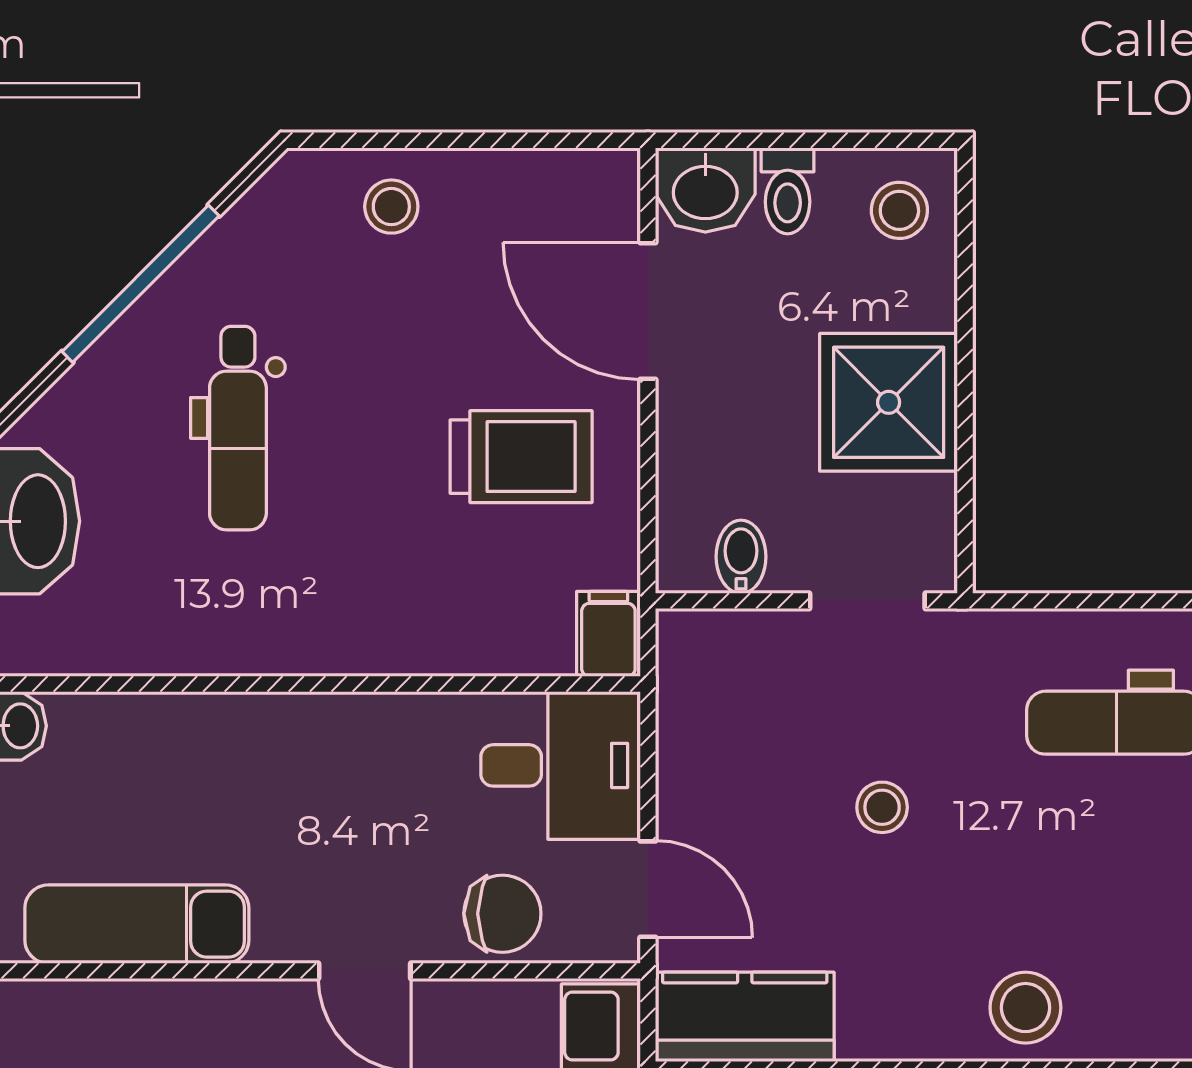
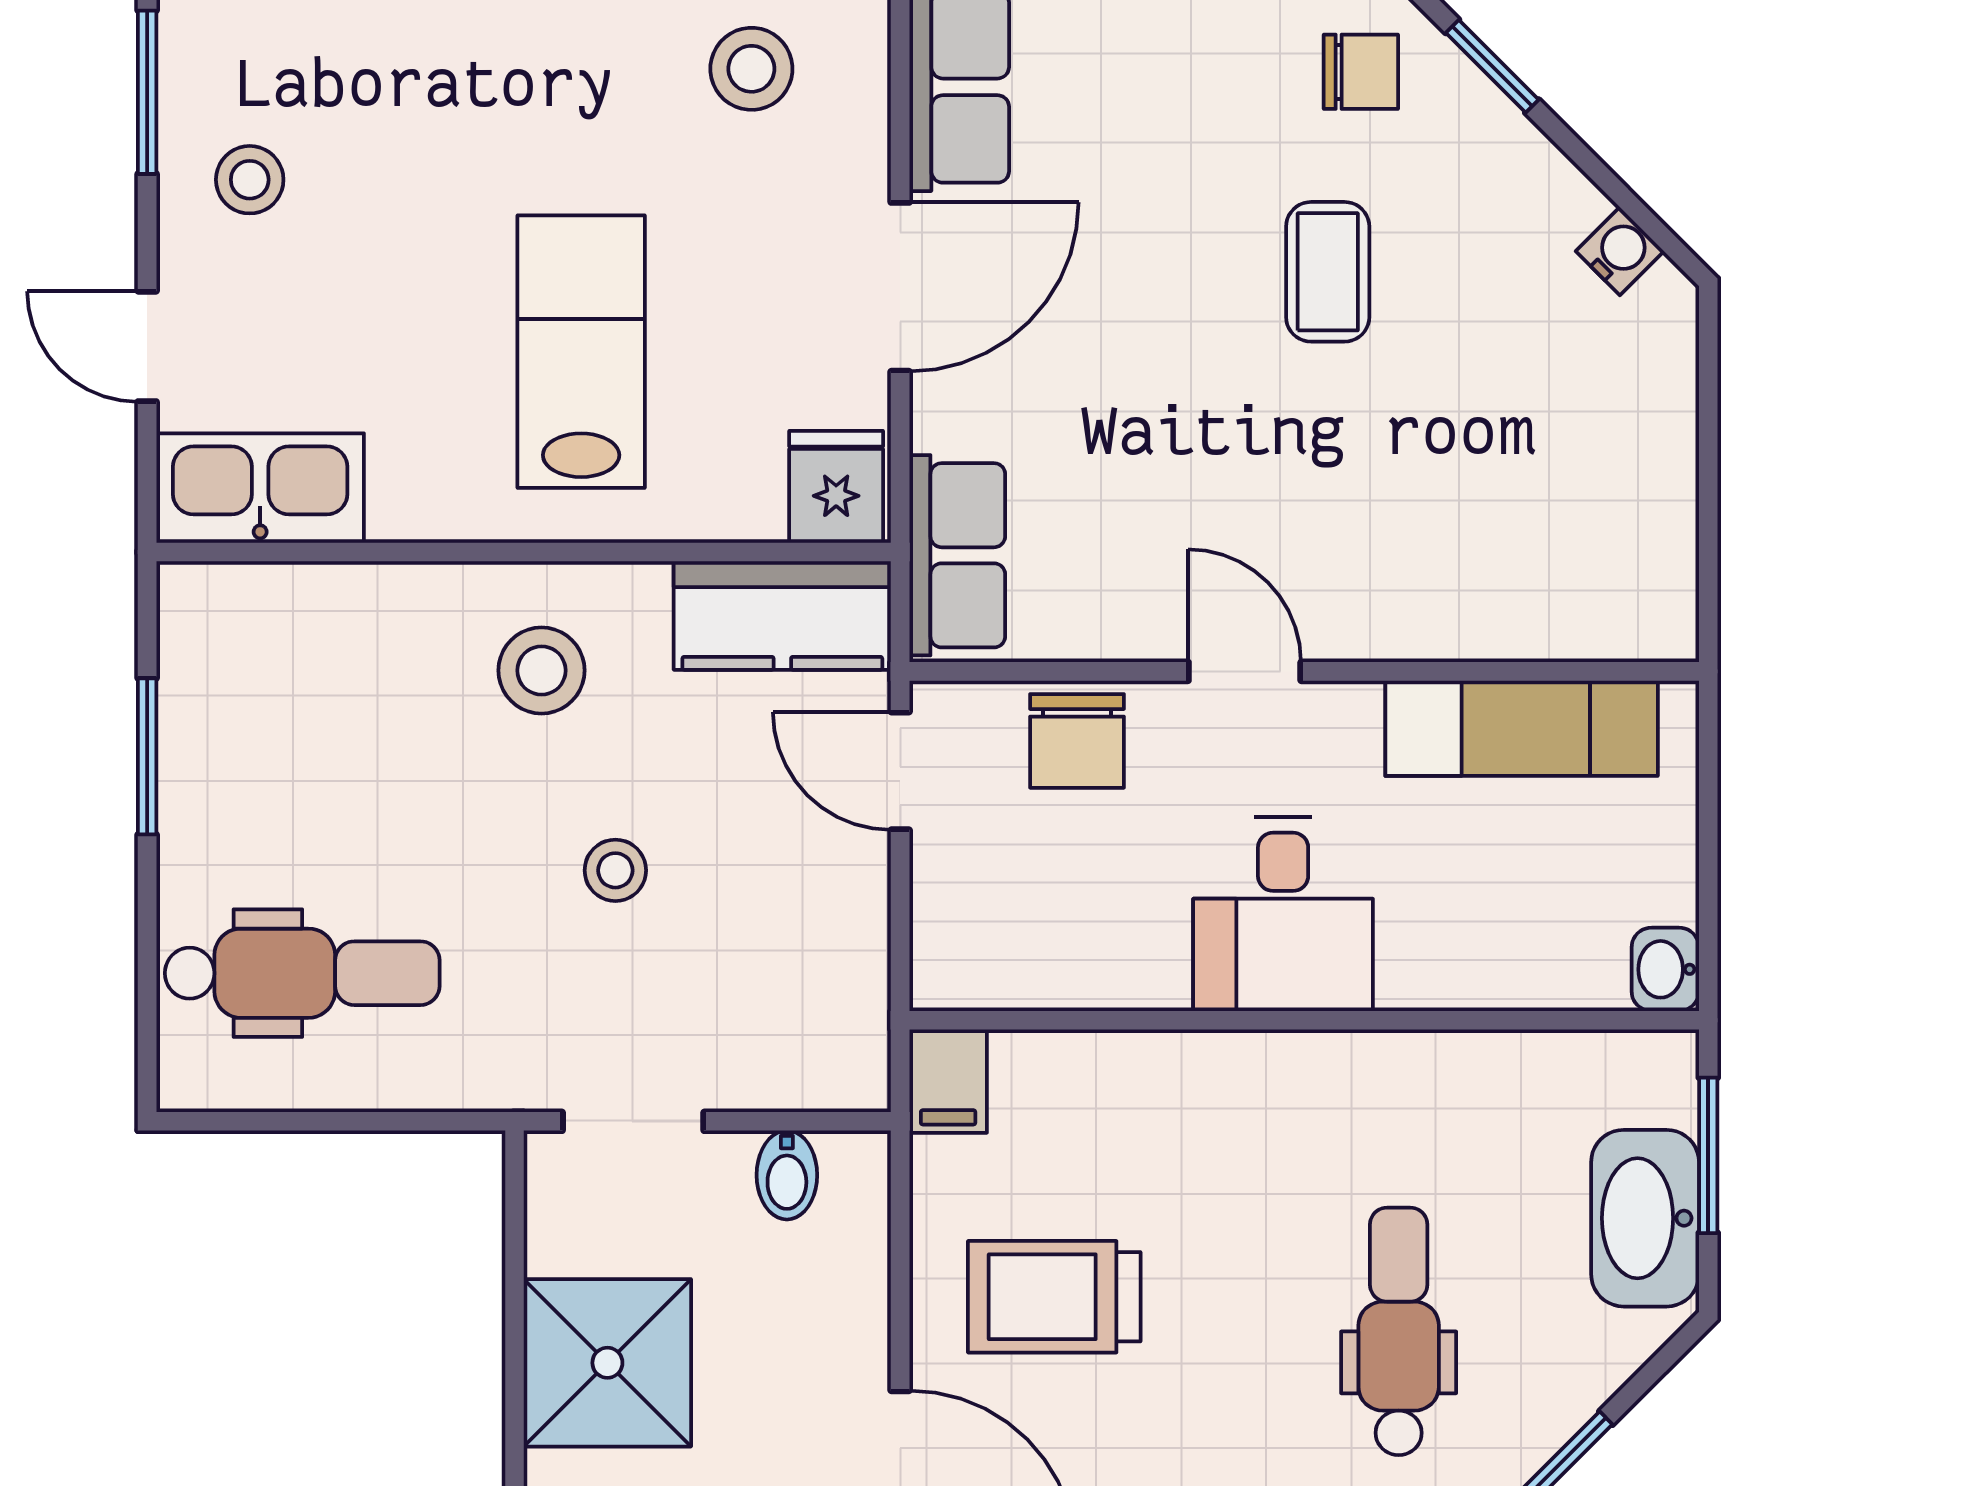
desk: (561, 765) -> (1283, 914), moved, turned -90
chair: (502, 914) -> (1077, 741), turned -90
stool: (1025, 1008) -> (541, 670), moved

